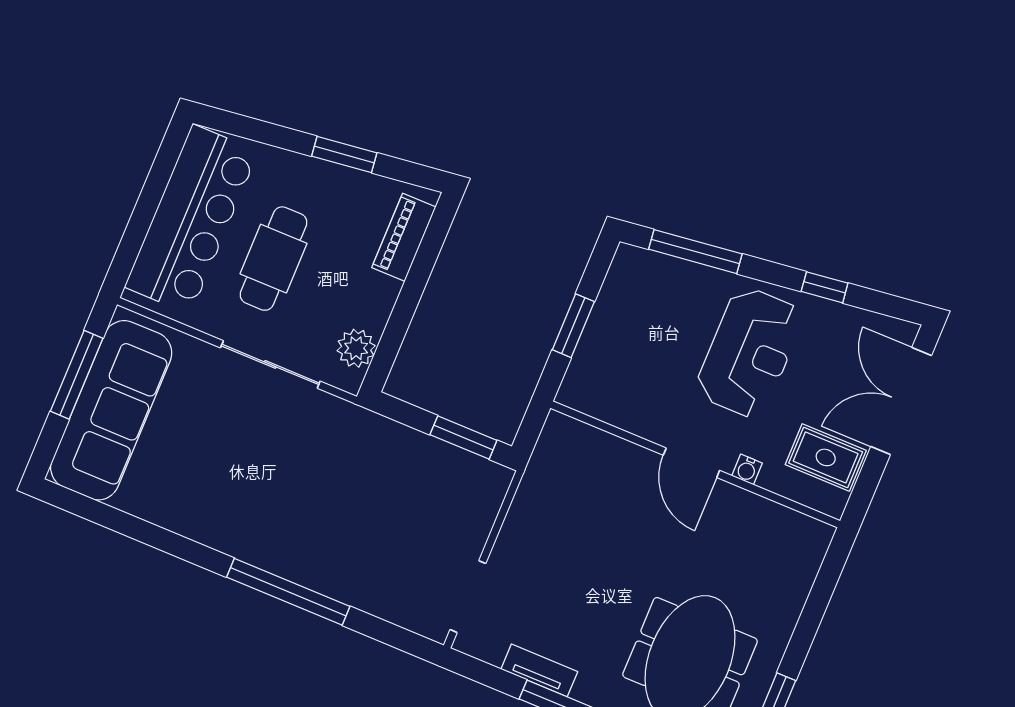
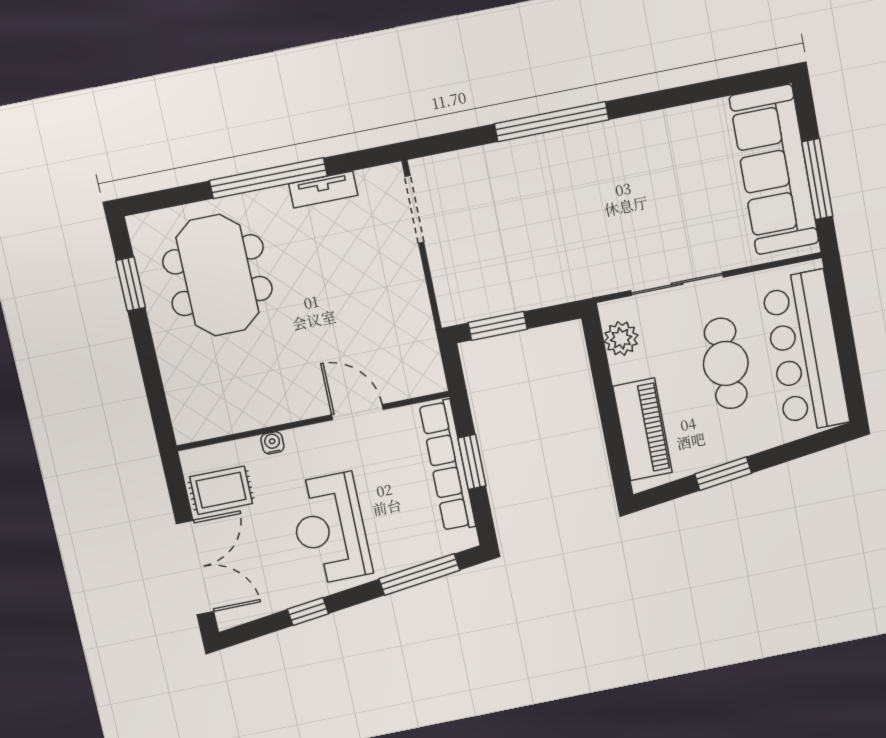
piano: (404, 237) -> (642, 429), width x1.37, depth x1.33
row of seats: (599, 338) -> (448, 466), added
door: (691, 463) -> (357, 412), moved

